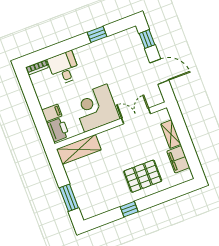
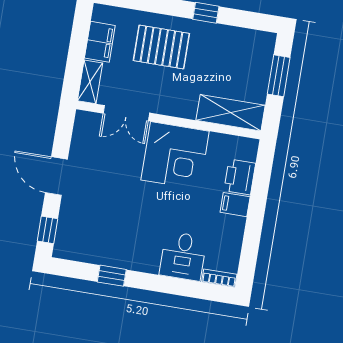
corner desk: (96, 108) -> (175, 156), moved
double door: (136, 116) -> (126, 113), moved
wall: (111, 126) -> (168, 120), moved
shelving: (79, 149) -> (231, 113), moved

